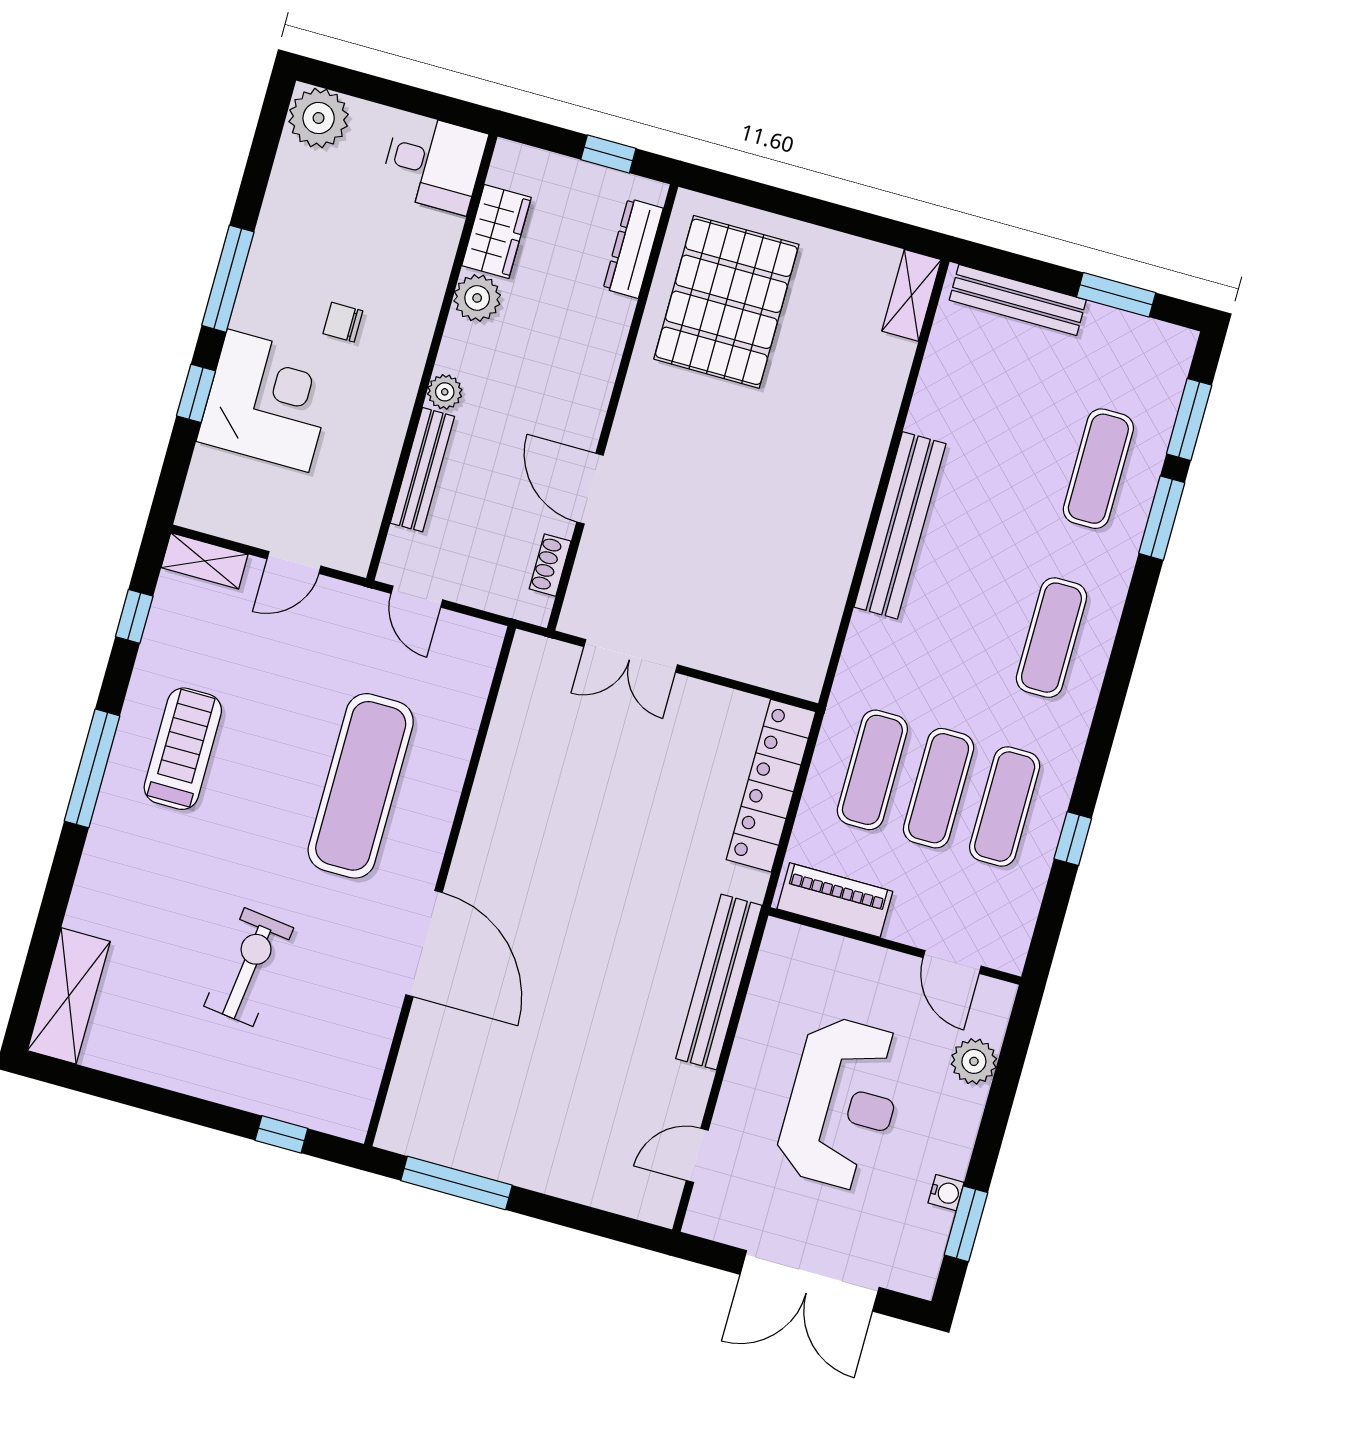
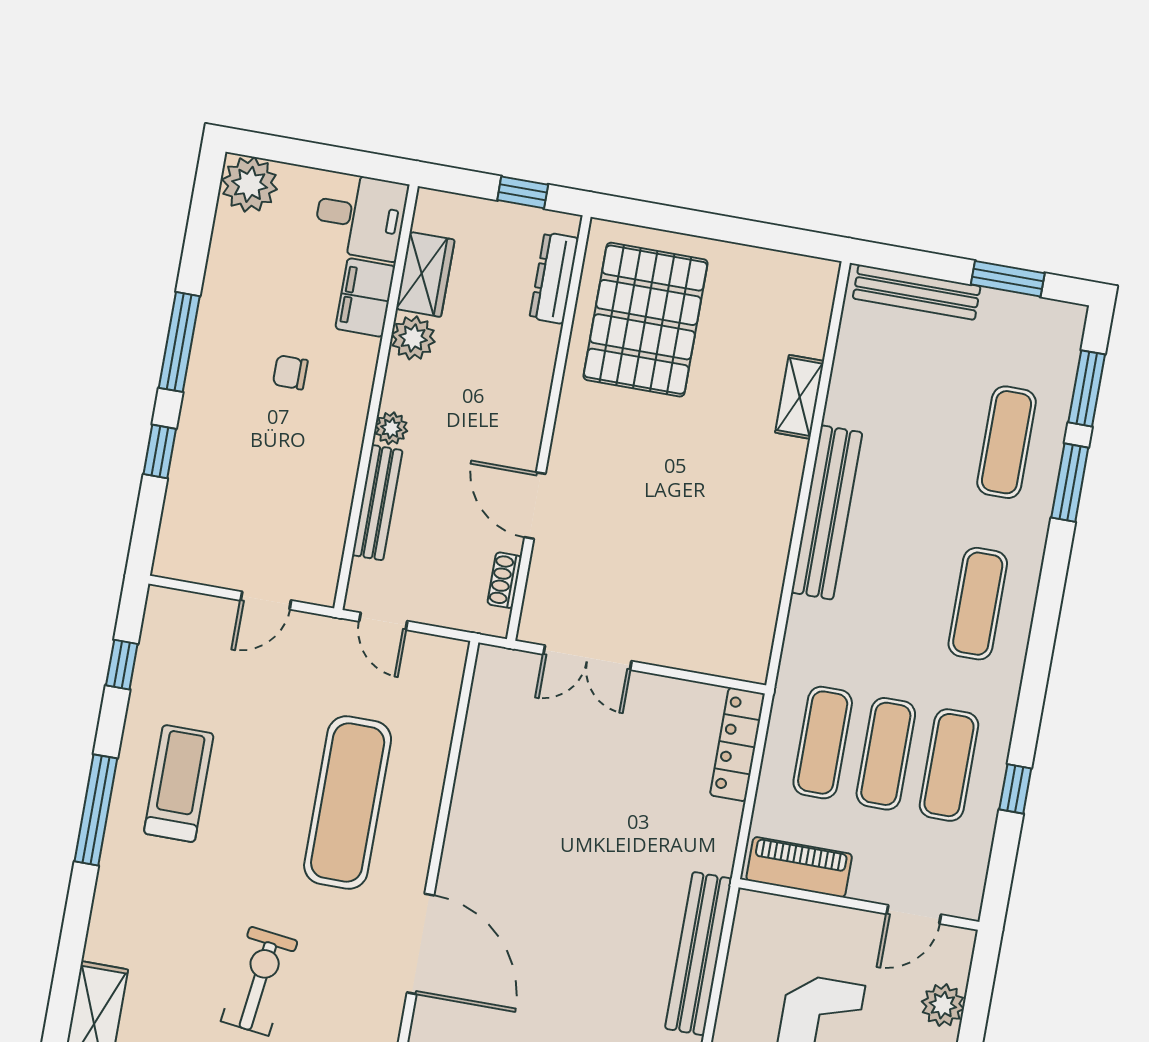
filing cabinet: (430, 250) -> (365, 297), added
shelving: (912, 295) -> (800, 397), moved
corner desk: (268, 401) -> (227, 452), removed
shelving: (205, 561) -> (182, 607), removed
locker: (771, 786) -> (737, 744), width x0.71, depth x0.83
door: (952, 962) -> (914, 914), hinge flipped

